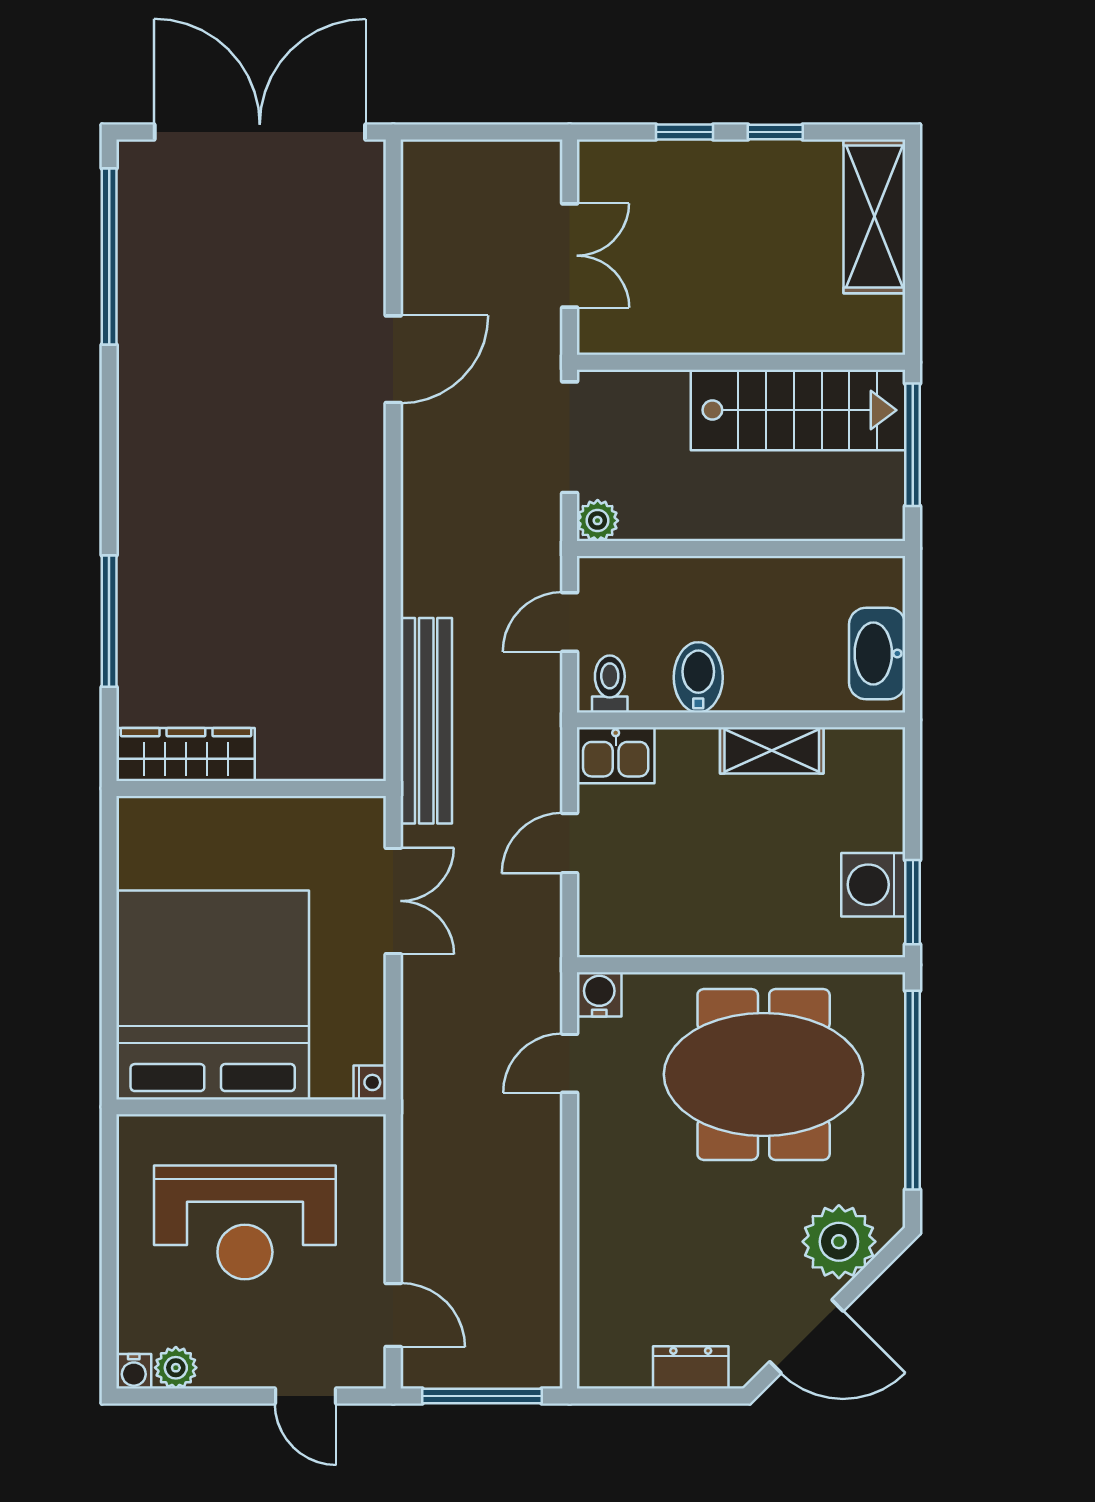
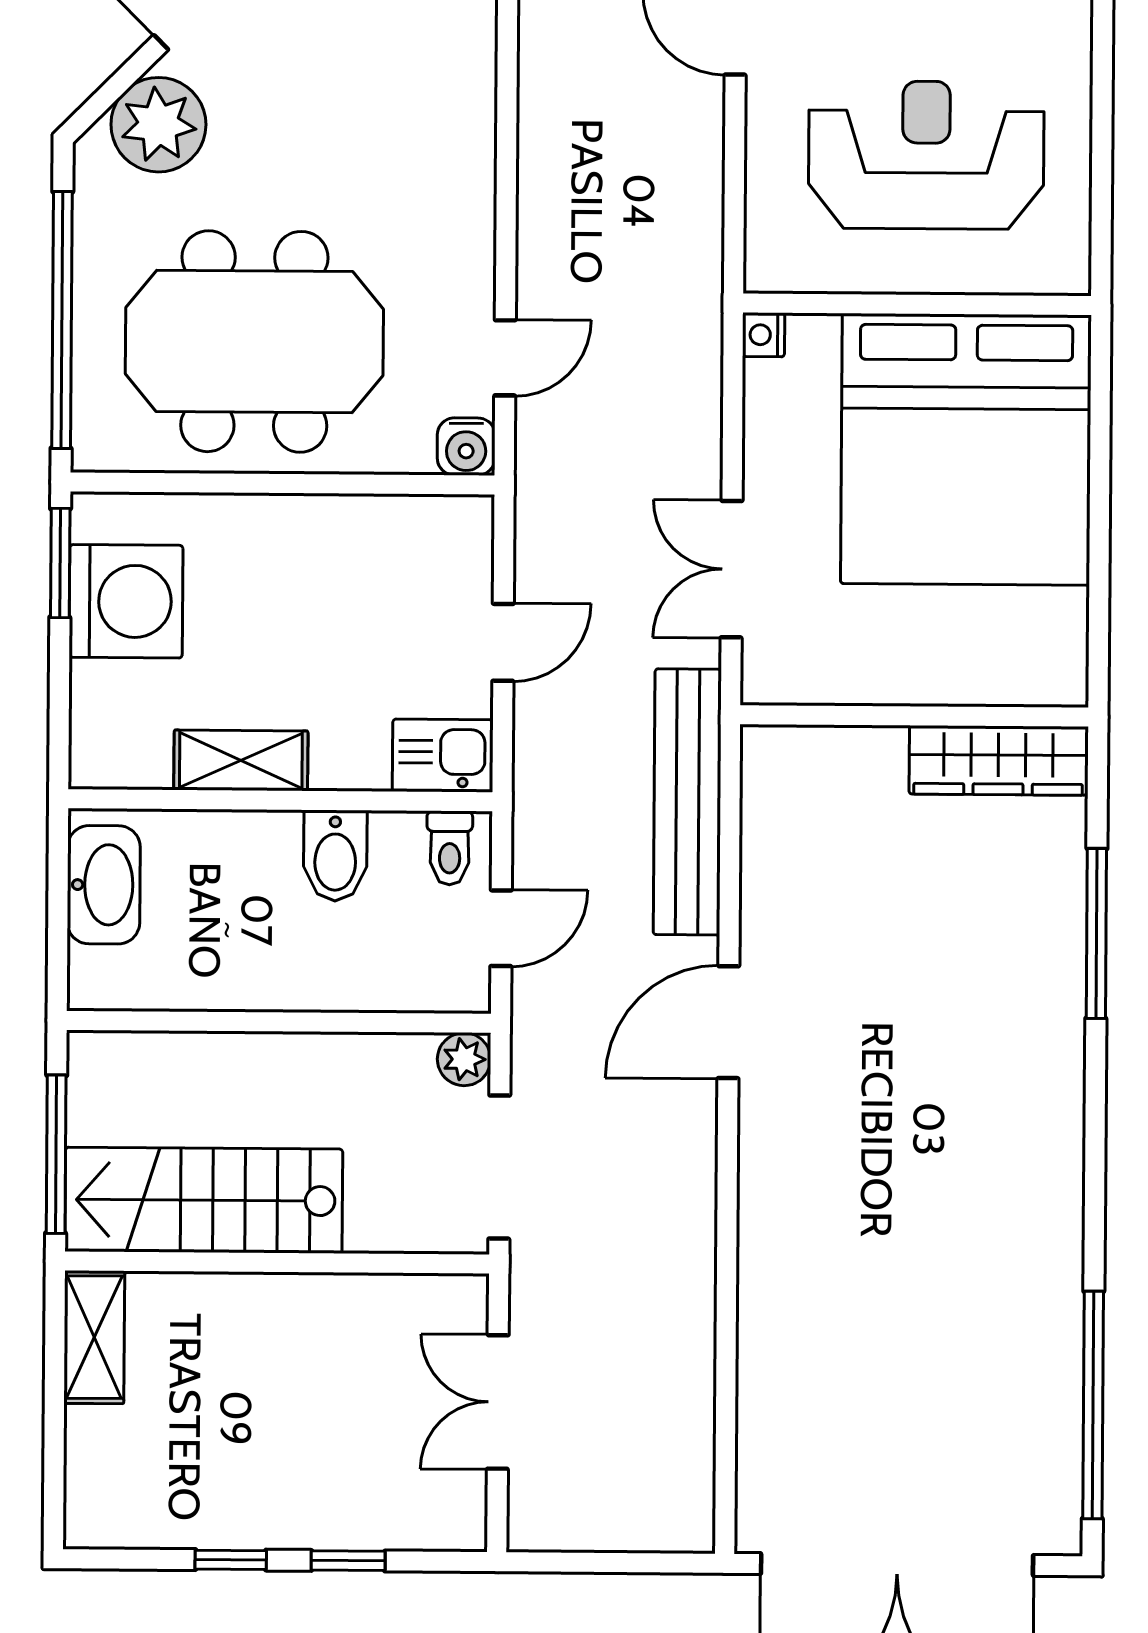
shelving: (874, 216) -> (94, 1337), moved, width x0.67, depth x0.75
door: (393, 359) -> (728, 1022), moved
washing machine: (873, 885) -> (126, 601), width x1.37, depth x1.37

